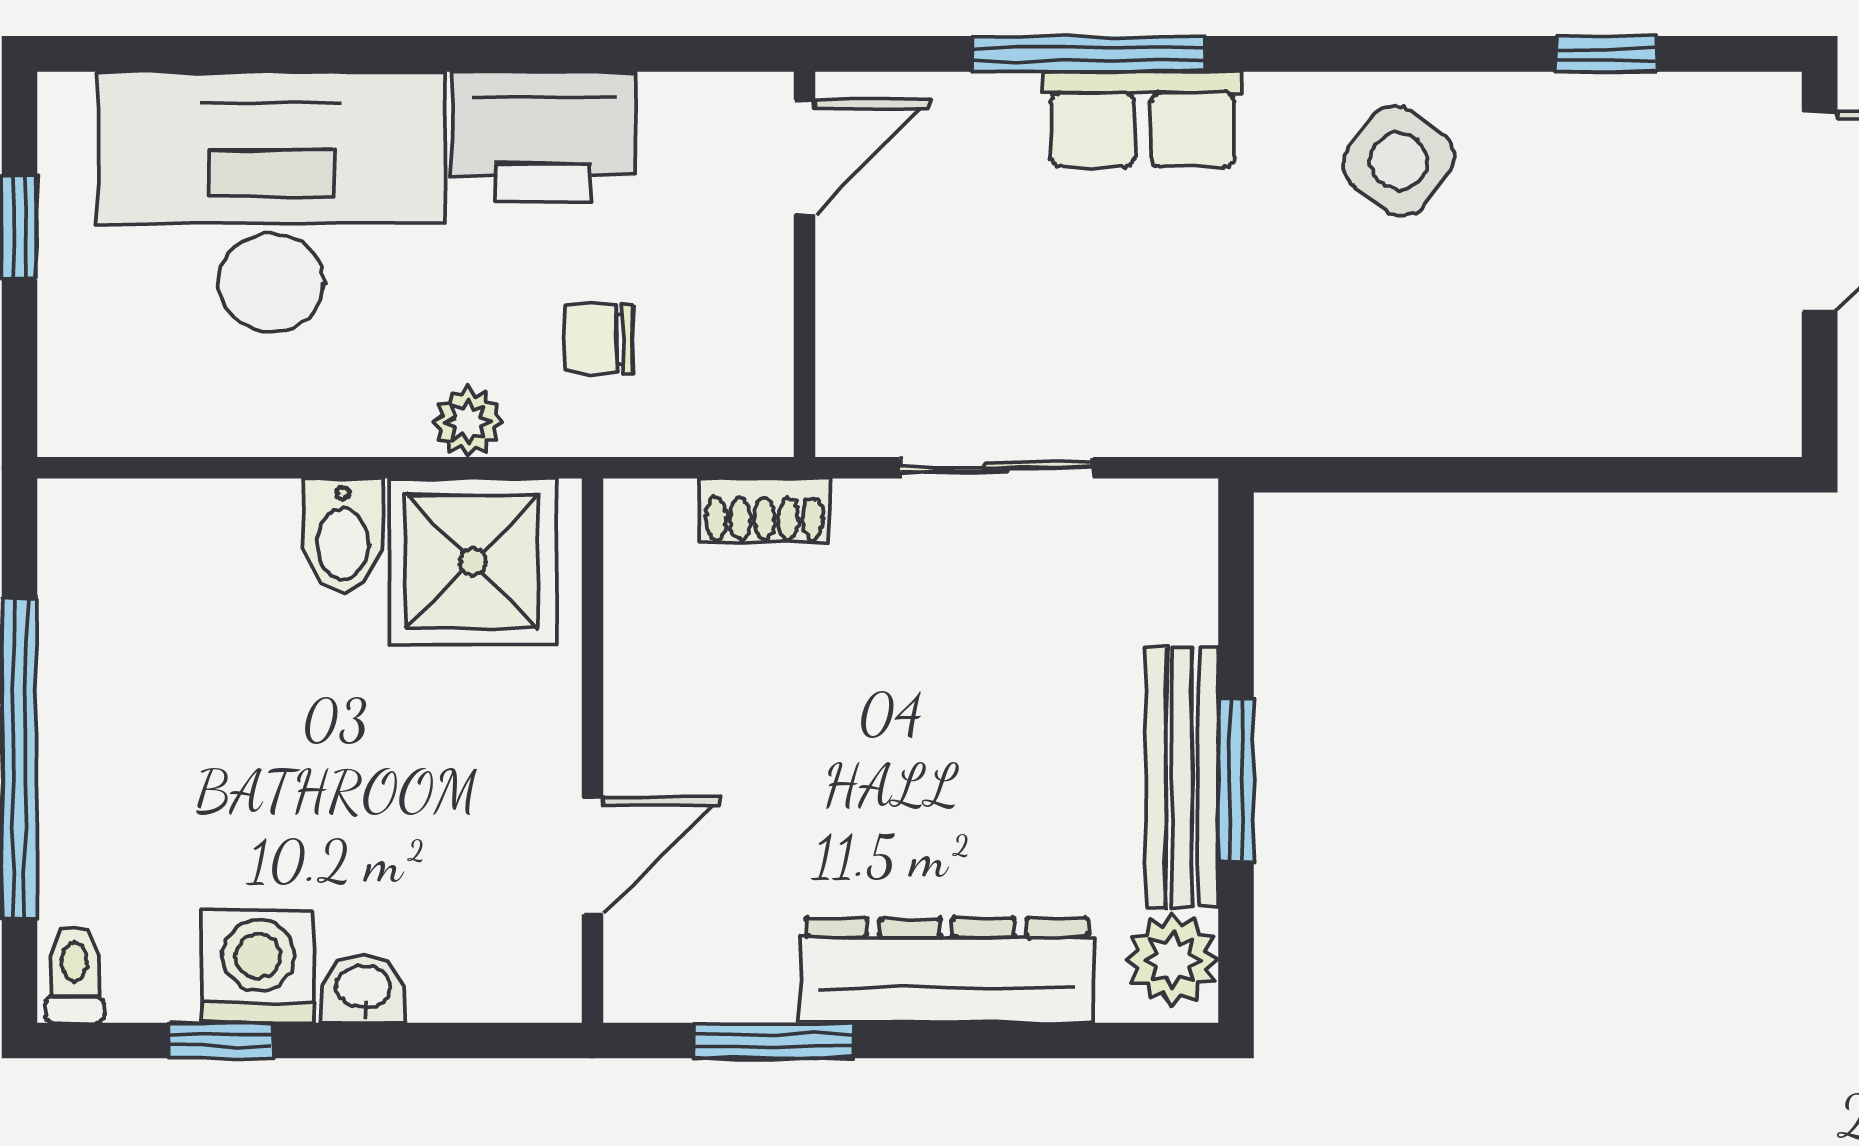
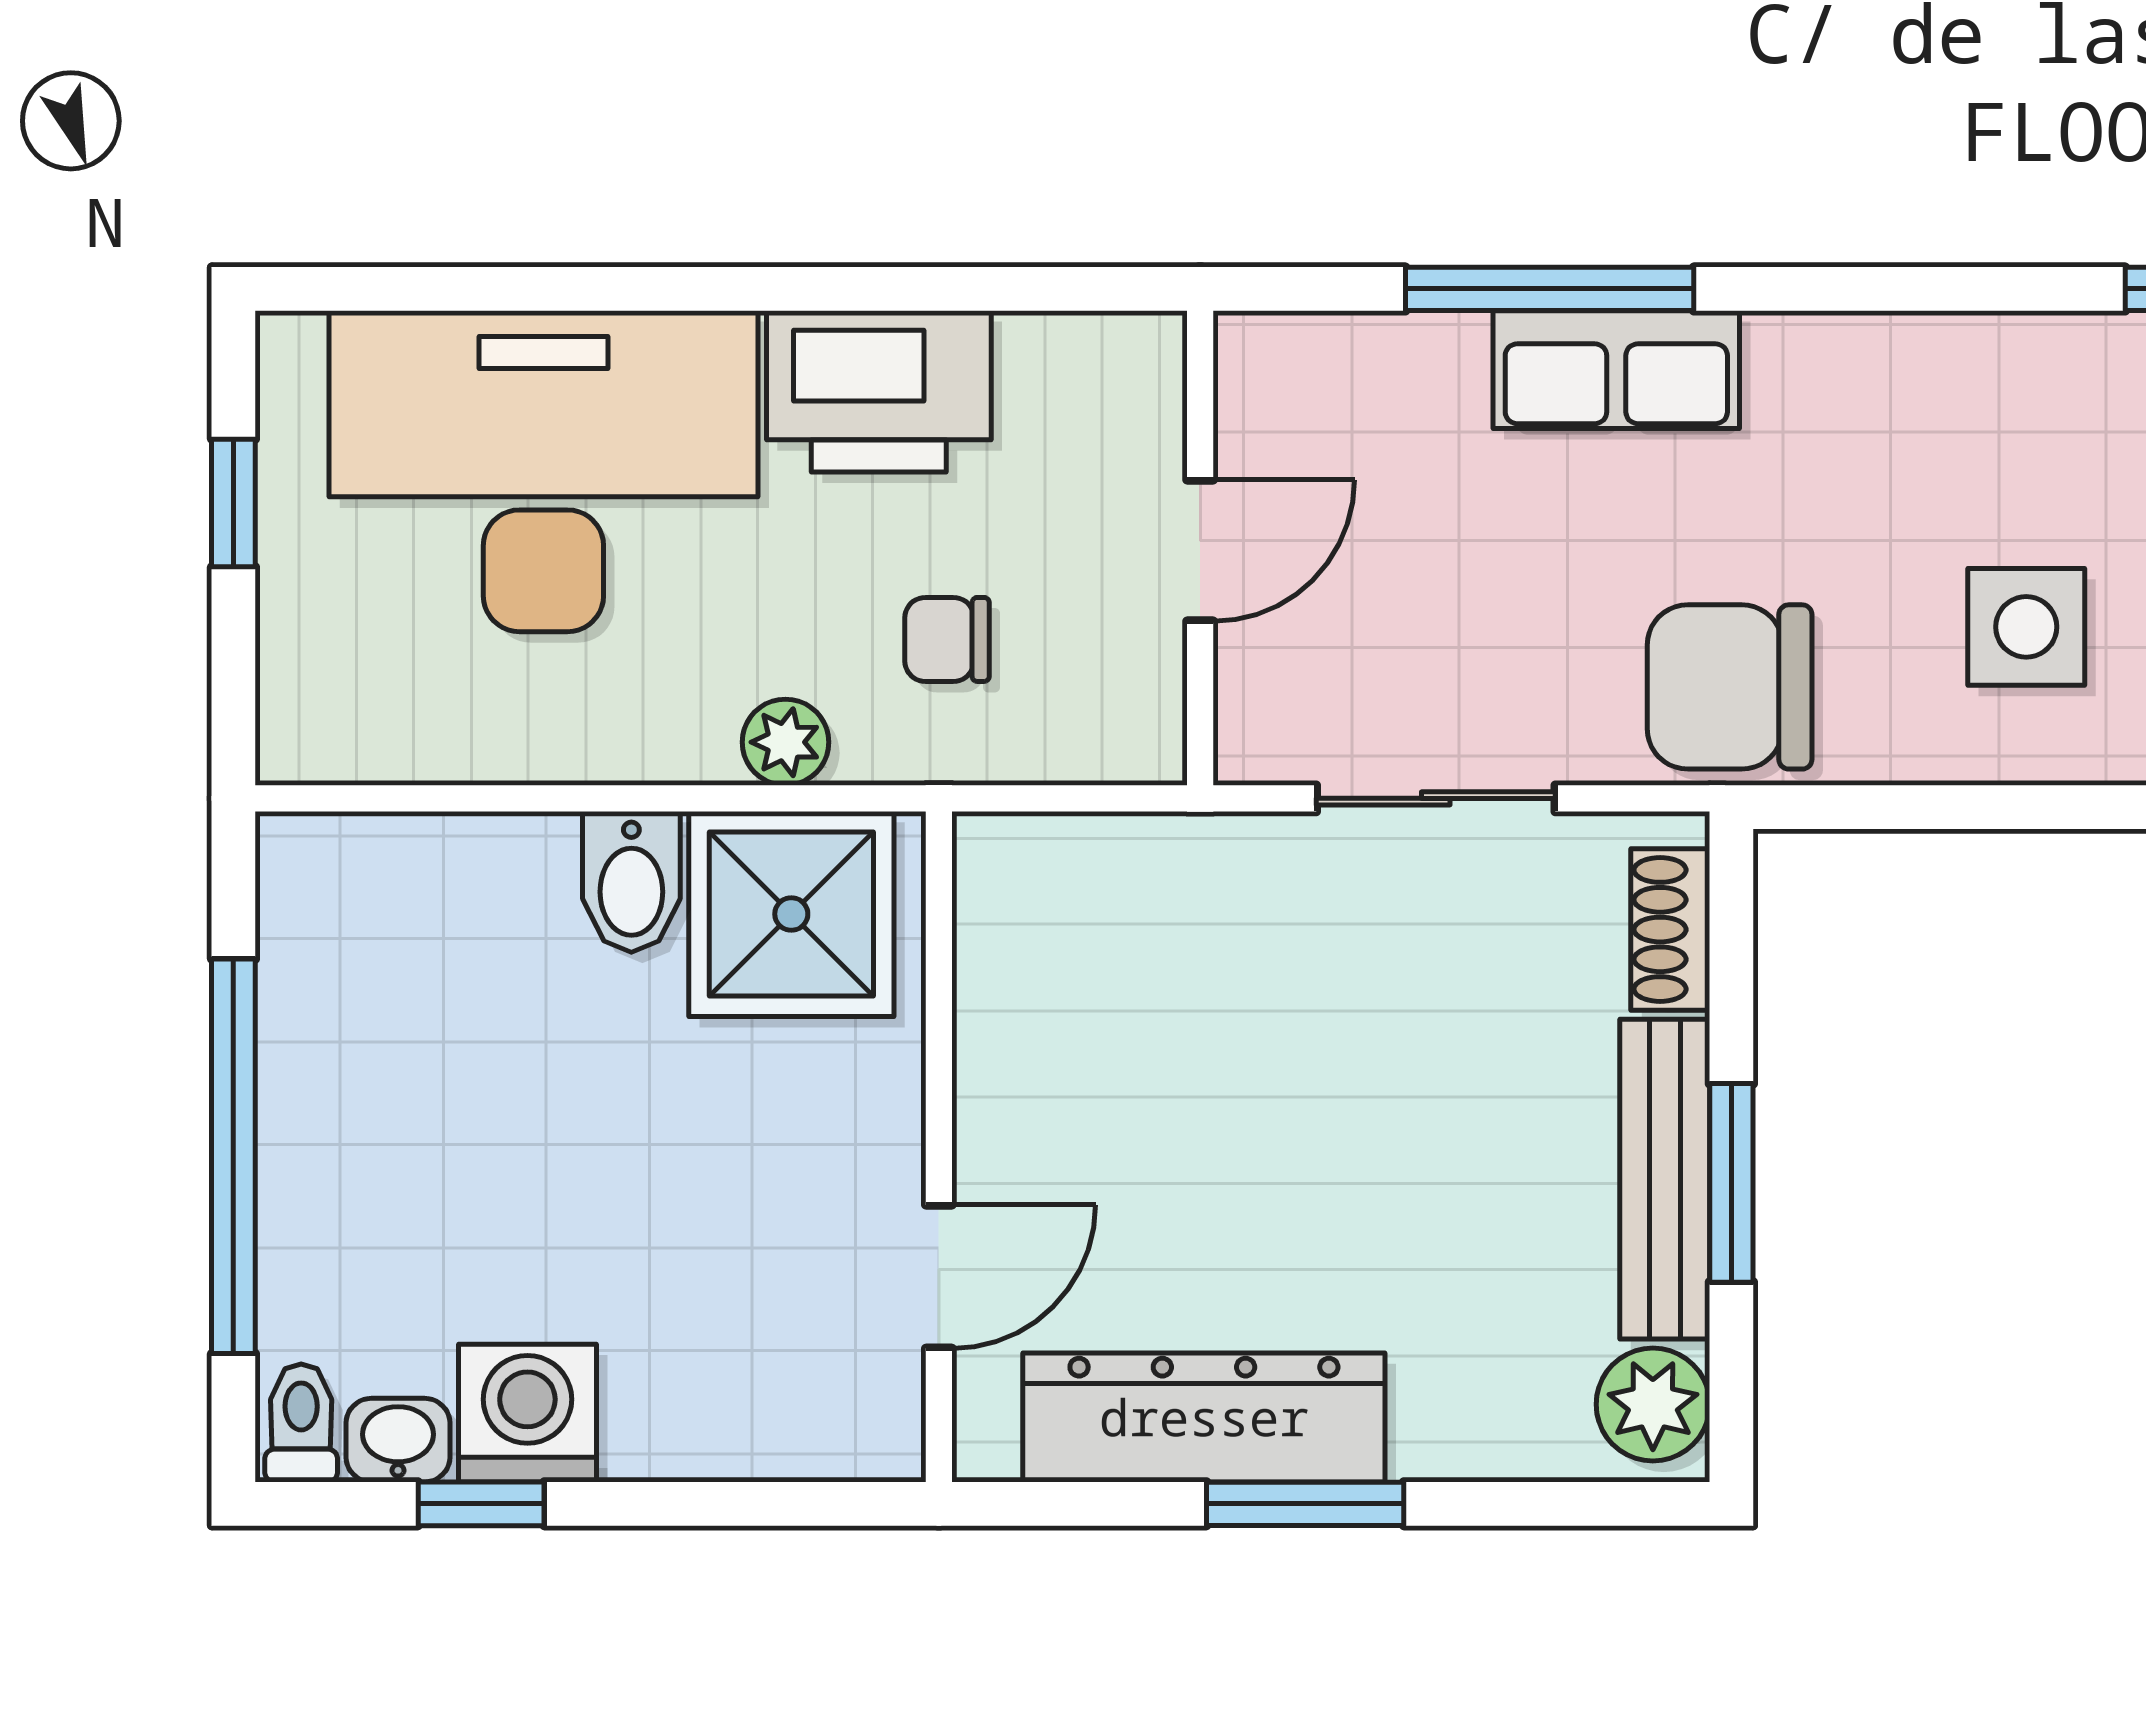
door: (805, 157) -> (1200, 550), moved
side table: (1399, 161) -> (2026, 627), moved, turned -36
chair: (1235, 377) -> (1730, 687), added
shoe rack: (764, 510) -> (1670, 930), moved, turned 90
dresser: (947, 970) -> (1204, 1417), moved
washbasin: (363, 989) -> (398, 1440), moved
window: (774, 1041) -> (1305, 1504), moved

